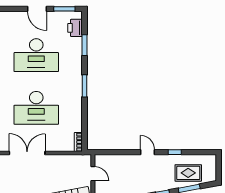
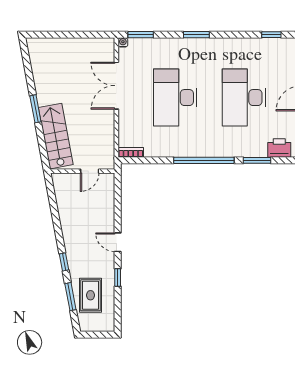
window: (85, 86) -> (204, 160), width x2.11
door: (147, 152) -> (118, 242), swing flipped
double door: (27, 153) -> (116, 86), swing flipped

